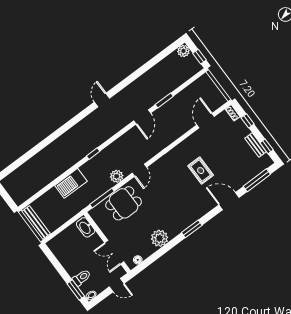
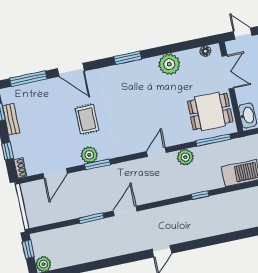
window: (178, 141) -> (97, 164), added
plant: (187, 146) -> (89, 155), added
dining table: (124, 203) -> (210, 111), moved

